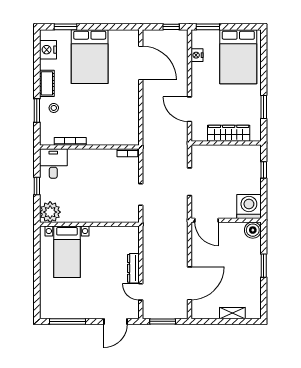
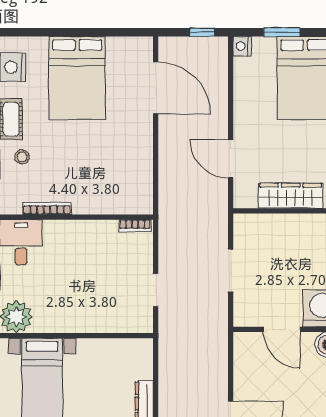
window: (65, 27) -> (40, 32), removed
window: (208, 27) -> (282, 32), moved
nightstand: (197, 55) -> (242, 46), moved
door: (207, 220) -> (282, 329), moved

